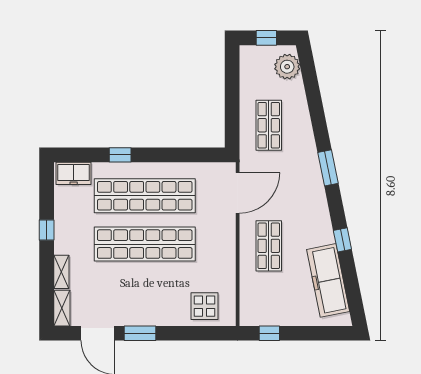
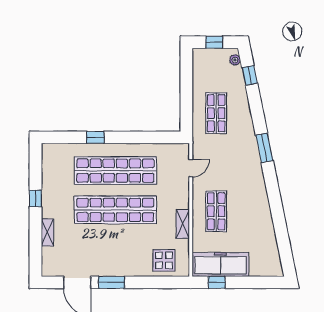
plant: (287, 67) -> (235, 60), width x0.53, depth x0.53
freezer: (74, 173) -> (57, 152), removed
door: (238, 193) -> (191, 168), width x0.53
window: (342, 240) -> (250, 75), moved
freezer: (328, 280) -> (220, 264), moved, turned 101
shelving: (62, 308) -> (183, 224), moved

